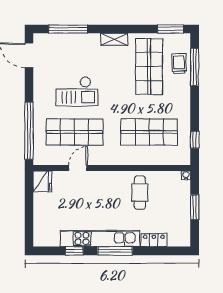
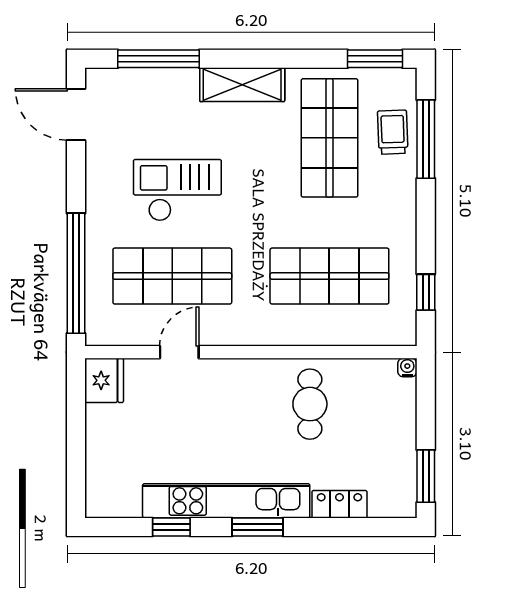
shelving: (114, 39) -> (242, 85), width x1.50, depth x1.33
checkout: (77, 91) -> (177, 190), turned 180
window: (195, 207) -> (426, 476), moved
window: (115, 251) -> (257, 527), width x0.69

